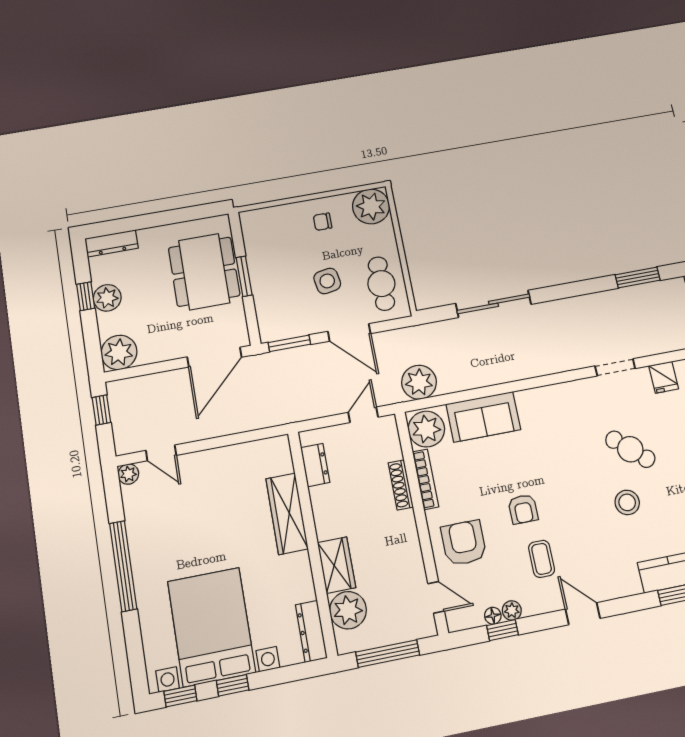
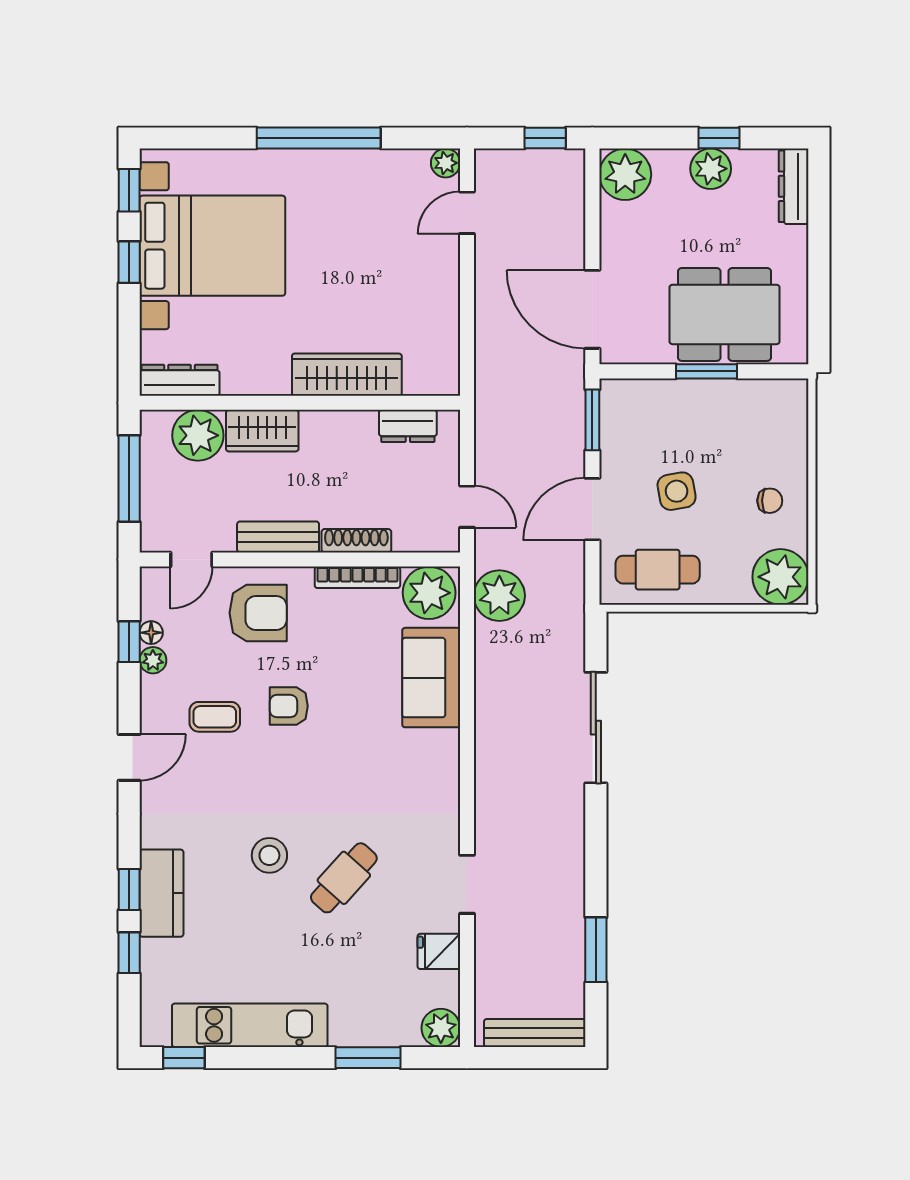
chair: (323, 222) -> (770, 501), turned 90
bench: (408, 539) -> (278, 537), added

